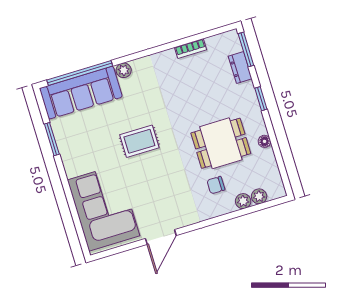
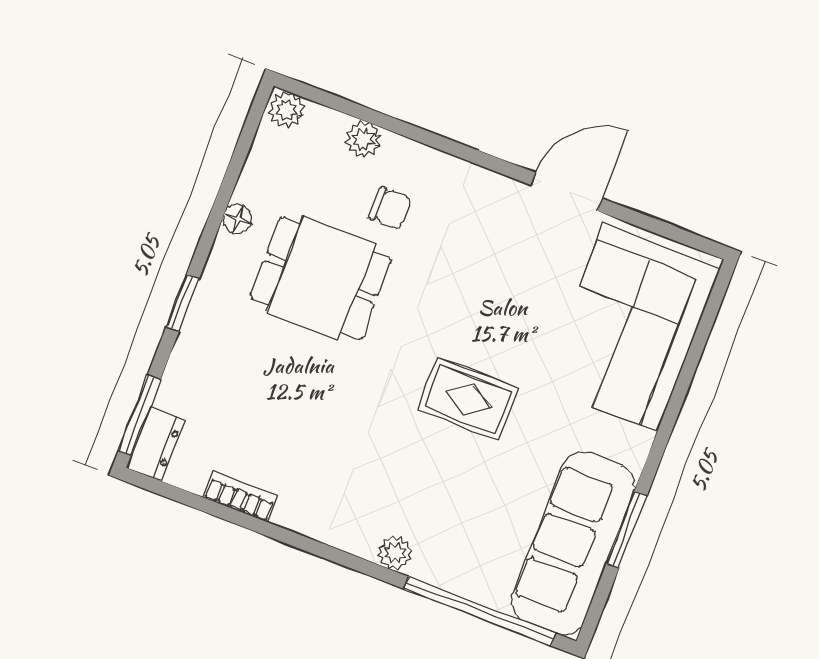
dresser: (240, 67) -> (156, 443), moved
sofa: (81, 93) -> (573, 543), moved, turned -90
plant: (259, 196) -> (286, 109), moved

